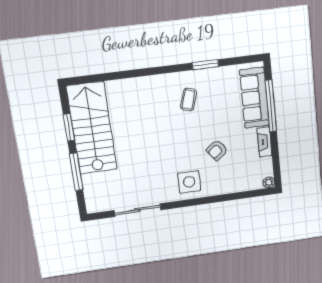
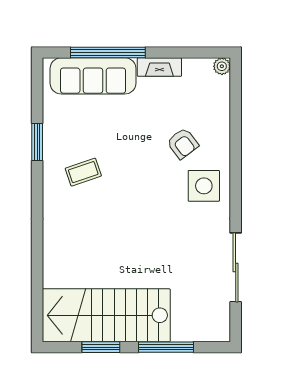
coffee table: (189, 100) -> (83, 172), turned -37
armchair: (217, 150) -> (183, 143), moved

